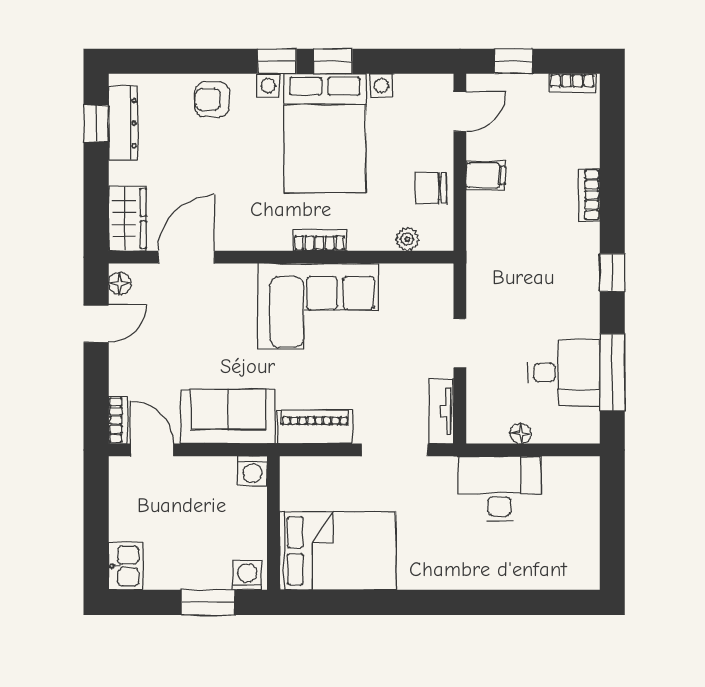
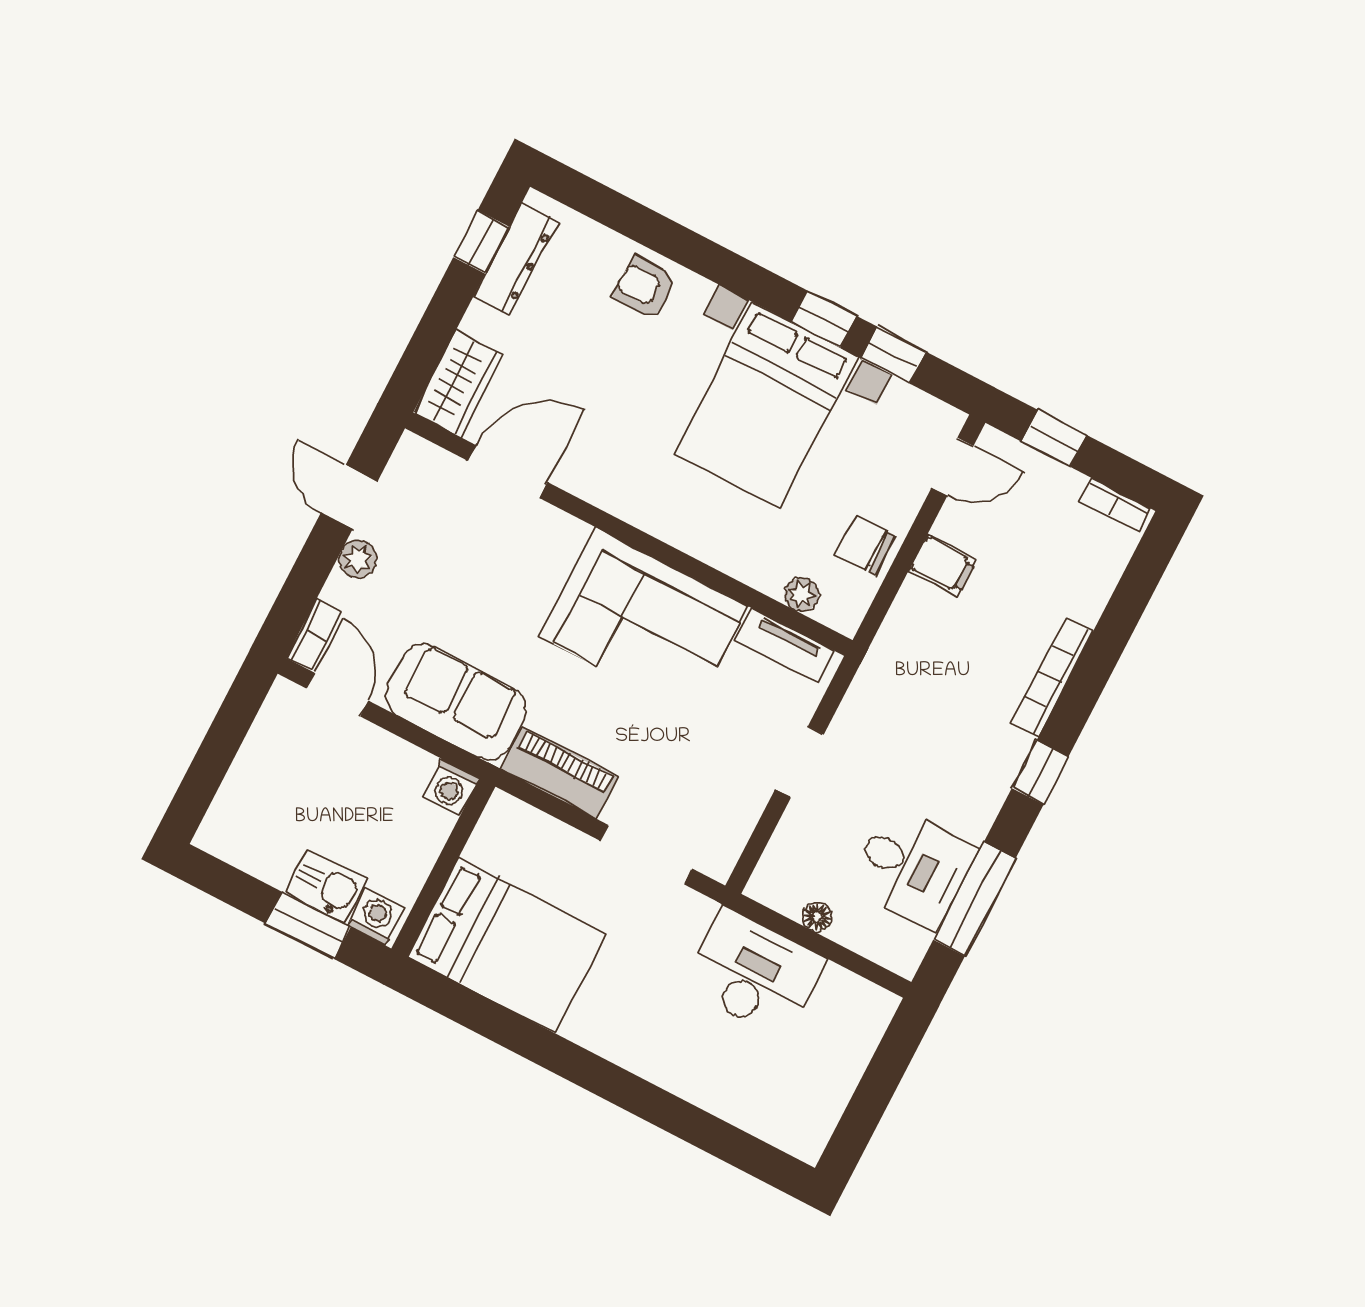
window: (277, 61) -> (893, 355), moved
bookcase: (589, 195) -> (1052, 677), width x1.56
bookcase: (320, 240) -> (689, 538), removed
floor lamp: (120, 283) -> (406, 461), removed
door: (96, 324) -> (349, 497), swing flipped
plant: (121, 359) -> (358, 559), added
tv unit: (441, 411) -> (785, 645), moved, turned -90
kitchen sink: (126, 566) -> (326, 887), moved, turned -90

